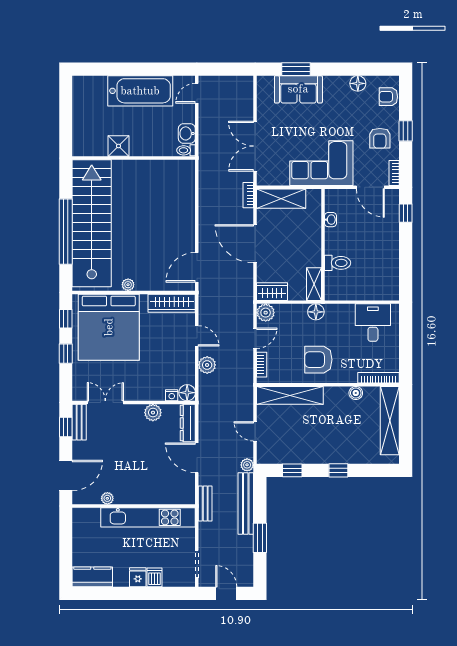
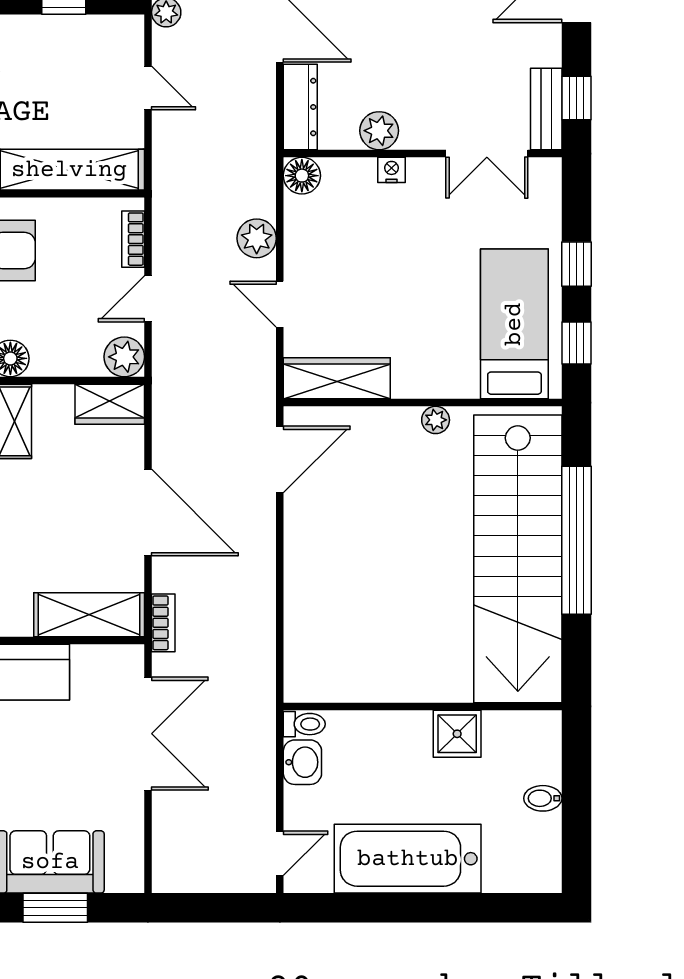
bidet: (81, 118) -> (543, 798), added
bed: (109, 327) -> (514, 324), width x0.49
nightstand: (172, 395) -> (392, 170), moved

